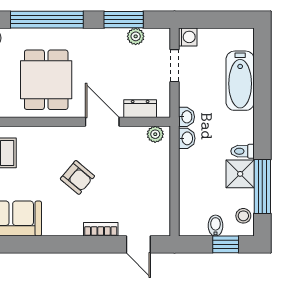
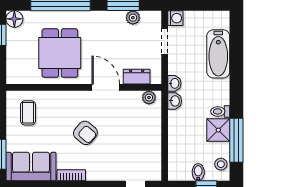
bookcase: (101, 229) -> (71, 175), moved

